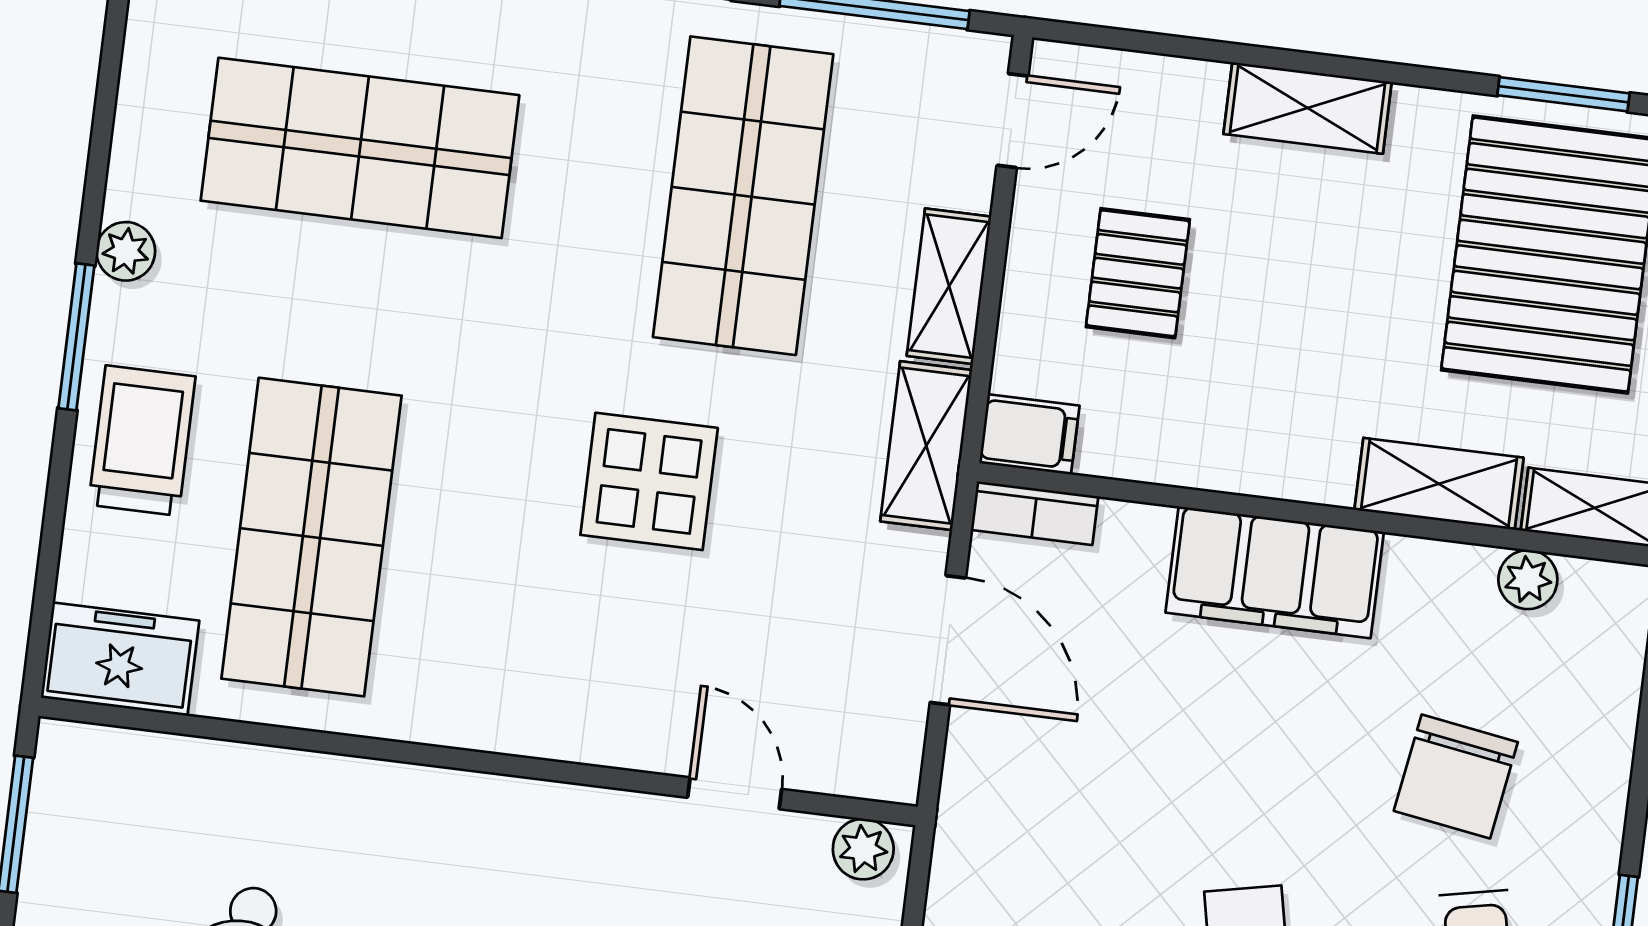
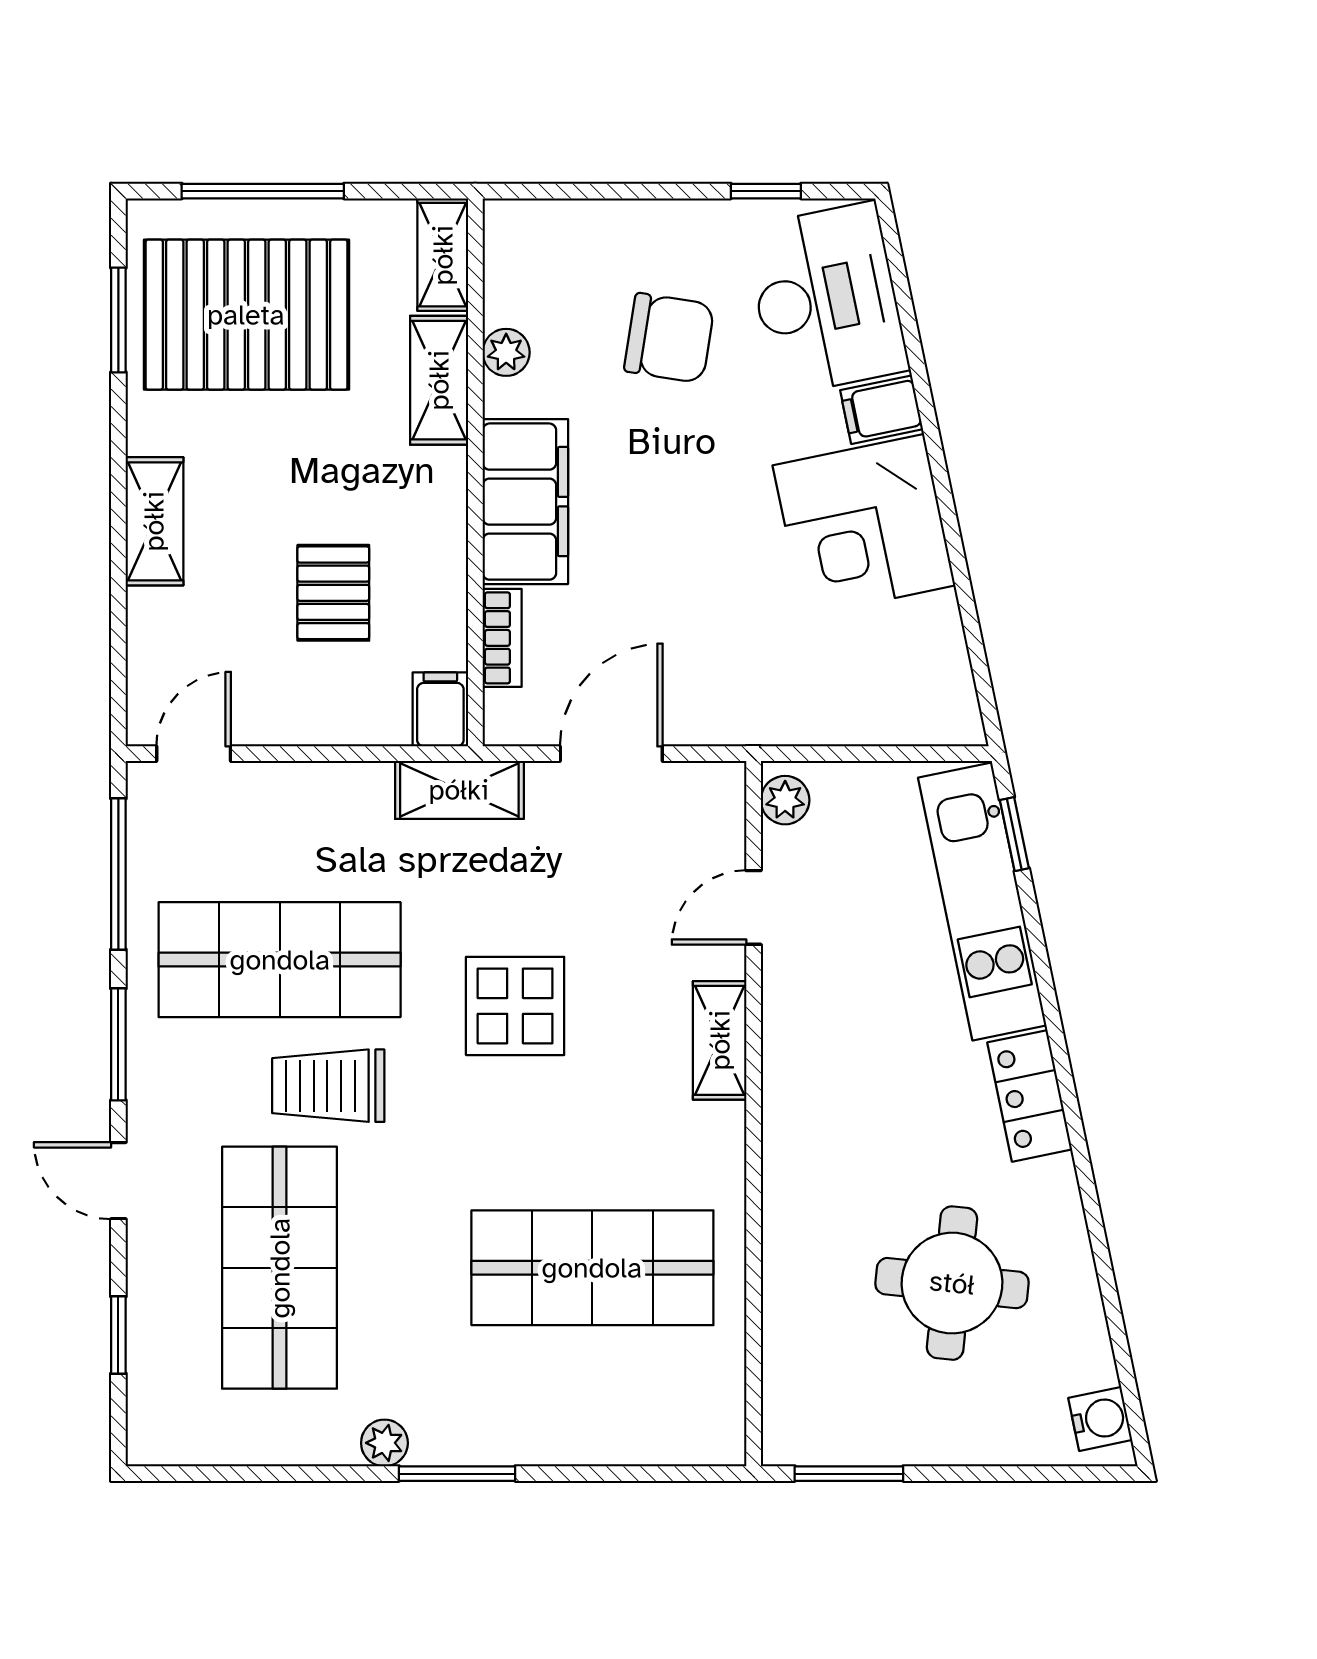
door: (1012, 121) -> (194, 754), hinge flipped
pallet: (1138, 273) -> (333, 593), moved, turned 90
shelving: (949, 286) -> (720, 1040), moved, turned 90
trolley: (142, 441) -> (328, 1086), moved
bookcase: (1035, 513) -> (502, 638), moved
plant: (1528, 580) -> (506, 352), moved
freezer: (120, 659) -> (708, 1407), removed

